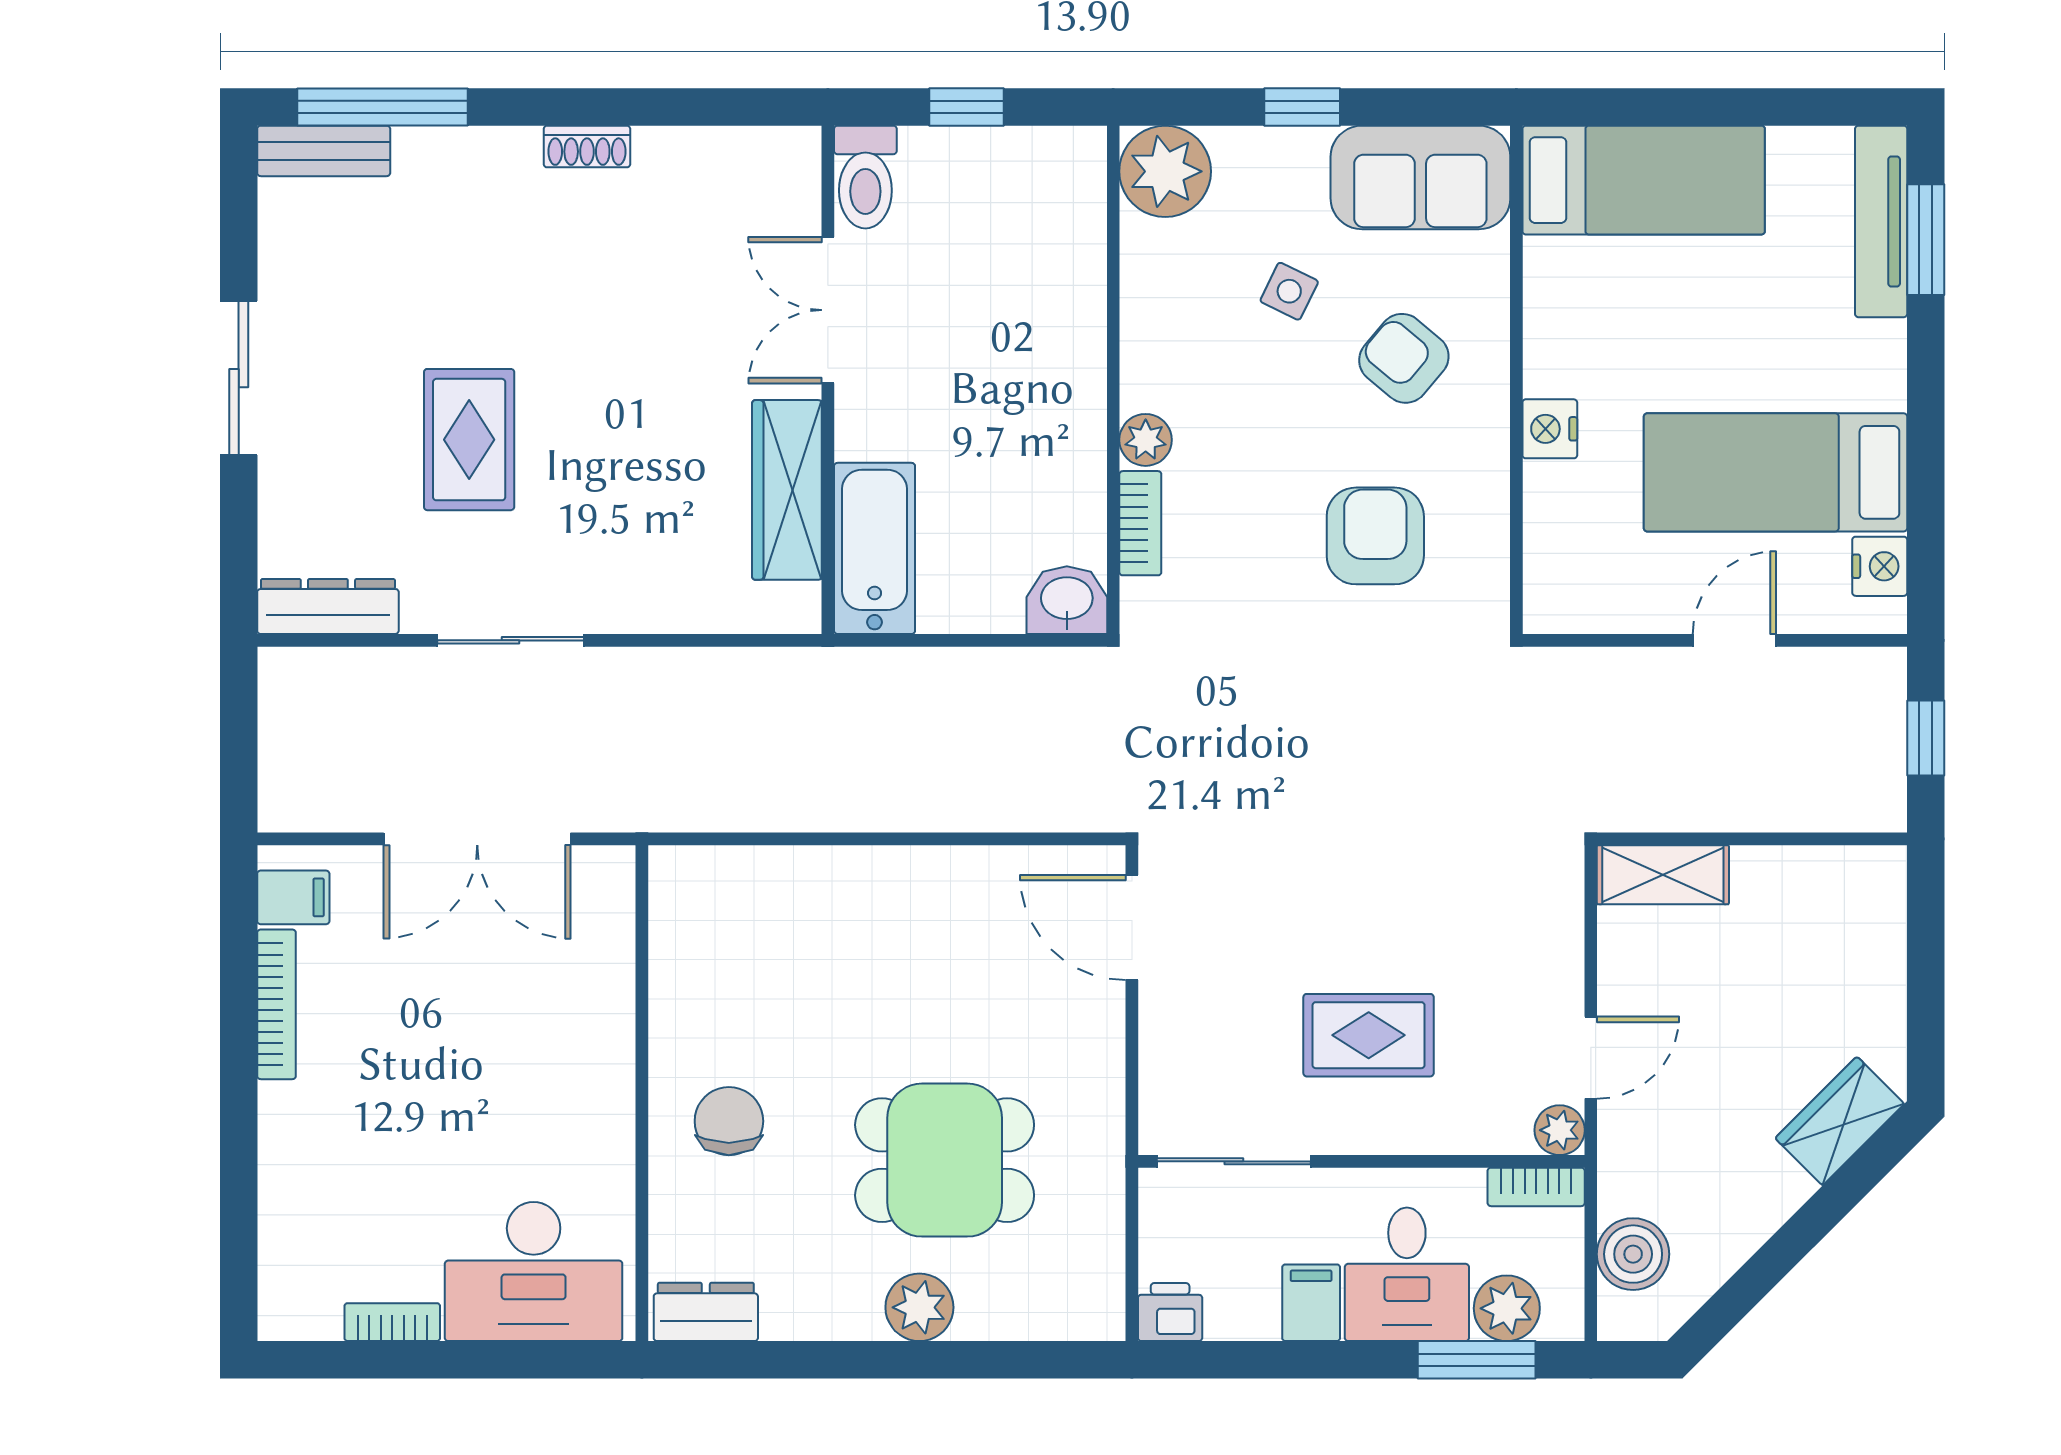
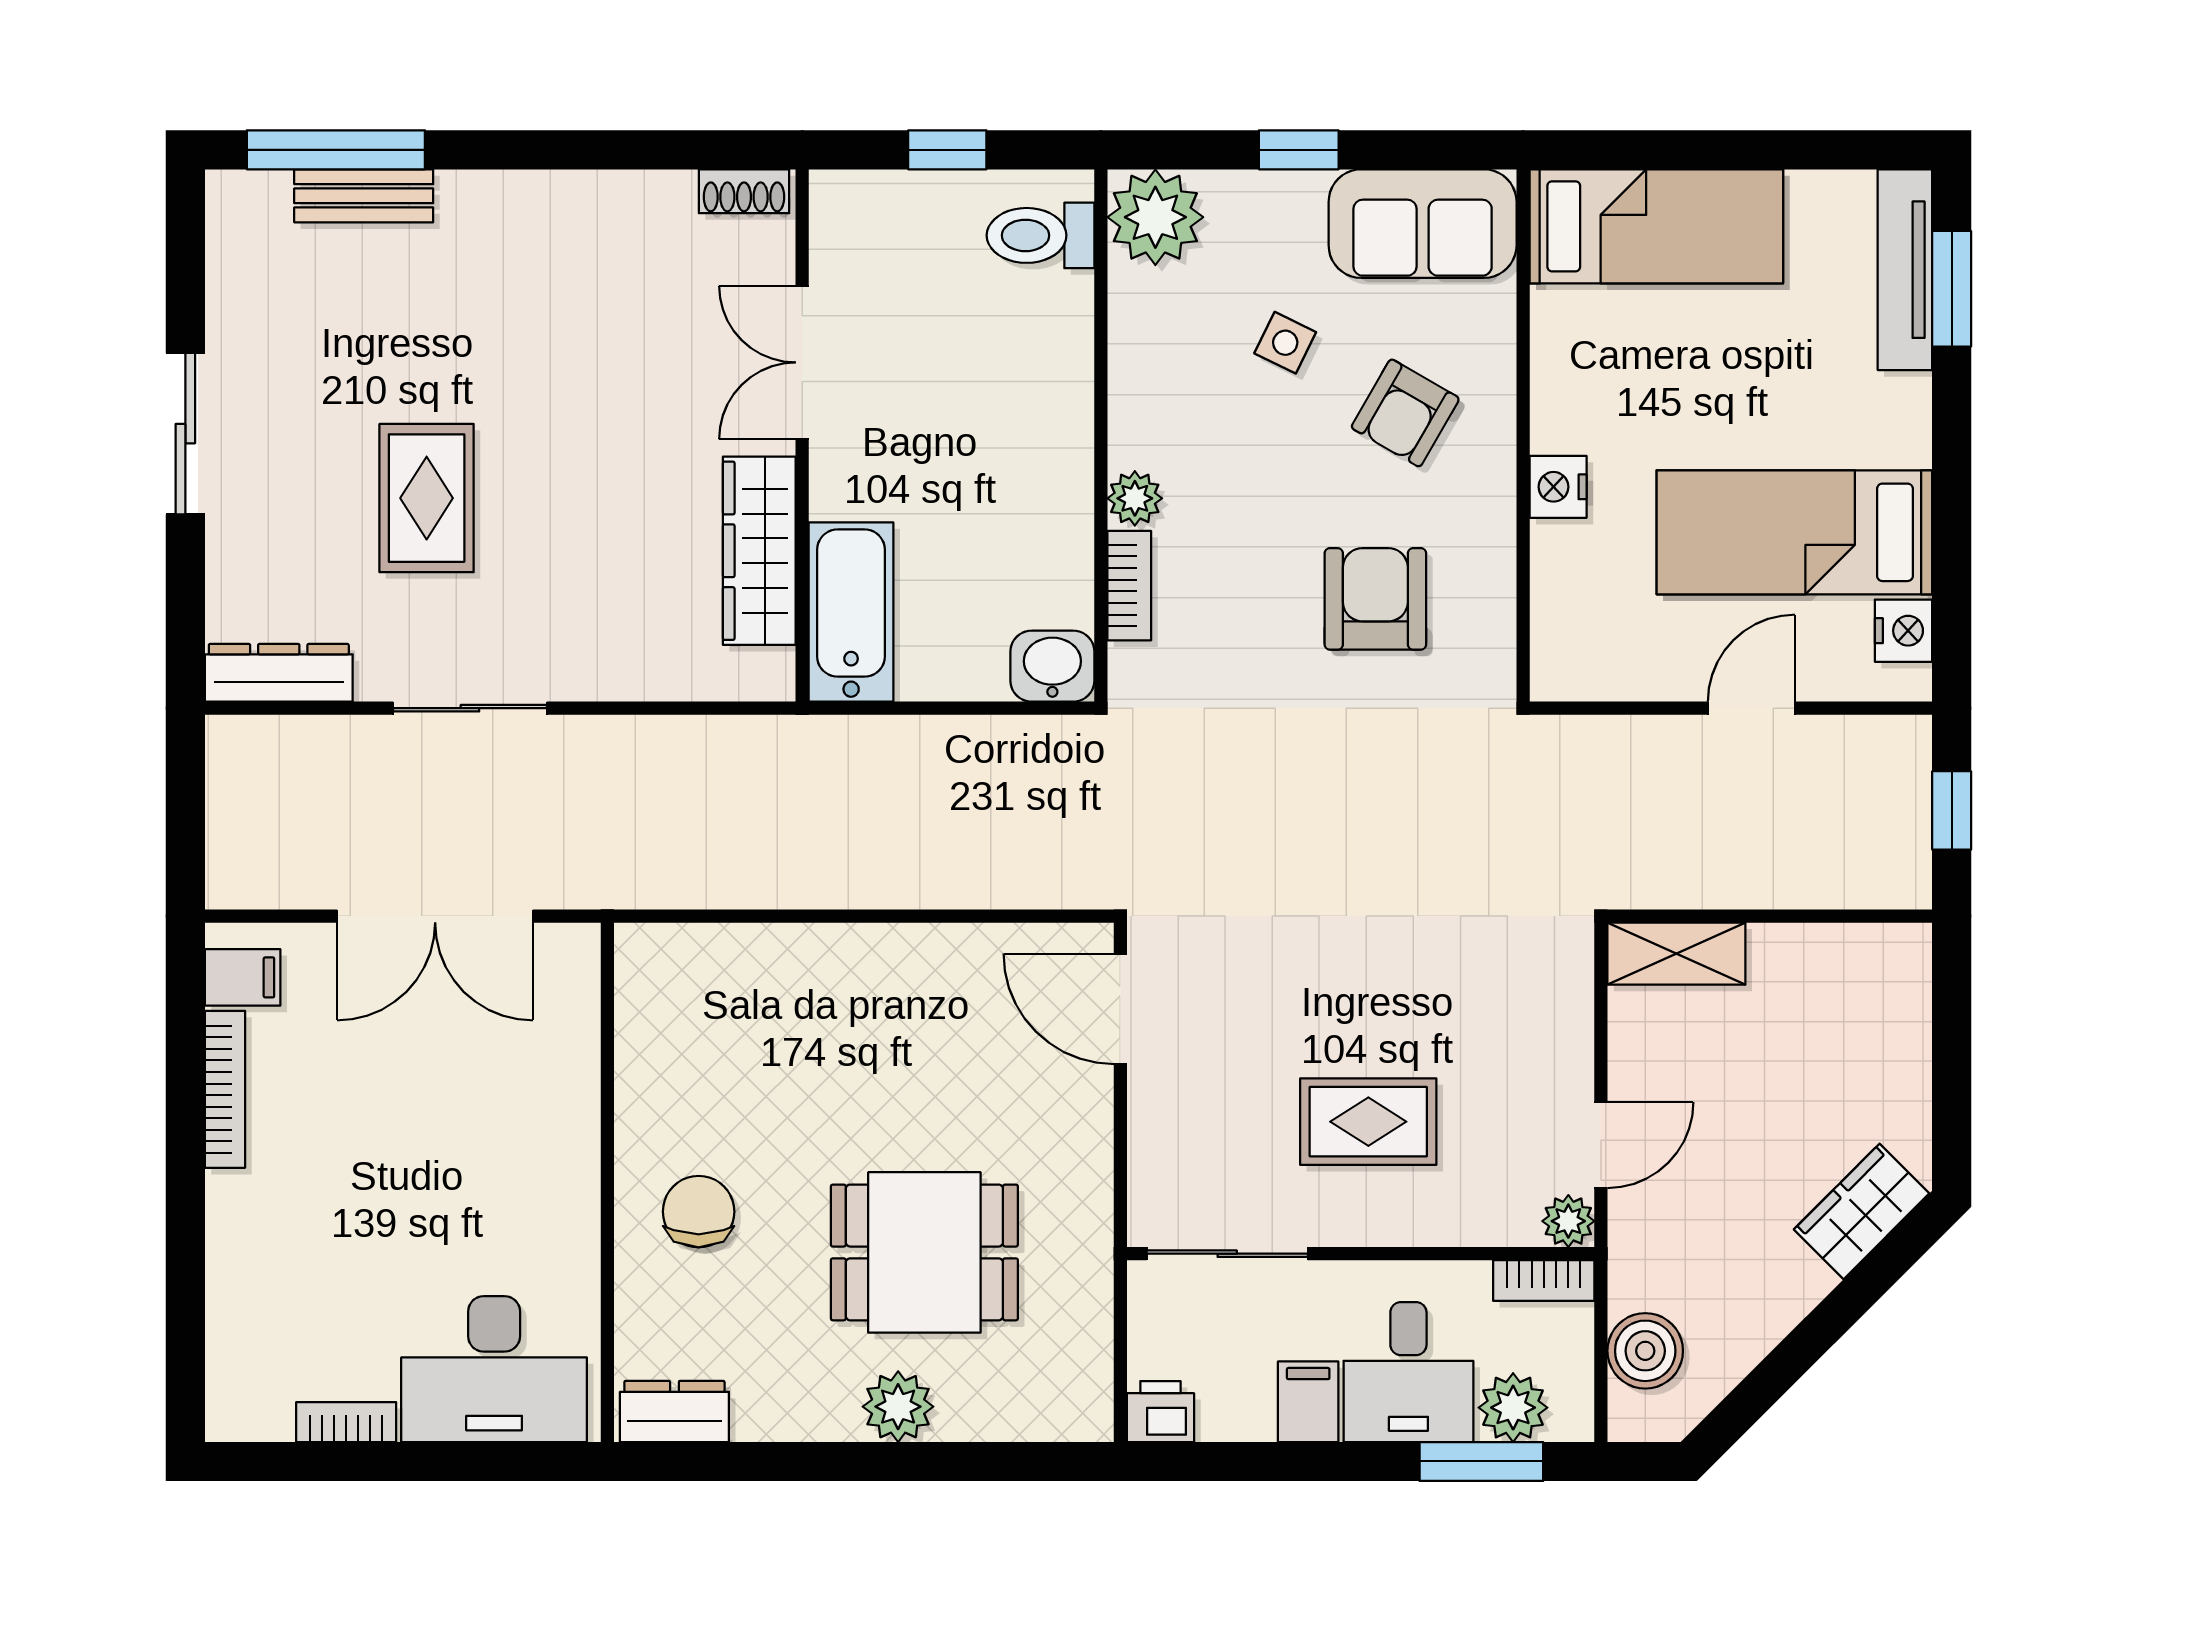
shoe rack: (587, 147) -> (744, 191), moved
bench: (324, 151) -> (364, 196), moved
toilet: (865, 177) -> (1041, 235), moved, turned 90
armchair: (1404, 358) -> (1405, 413), turned -100

